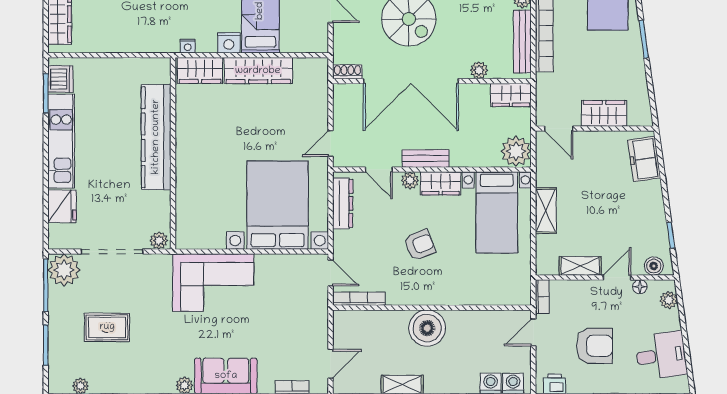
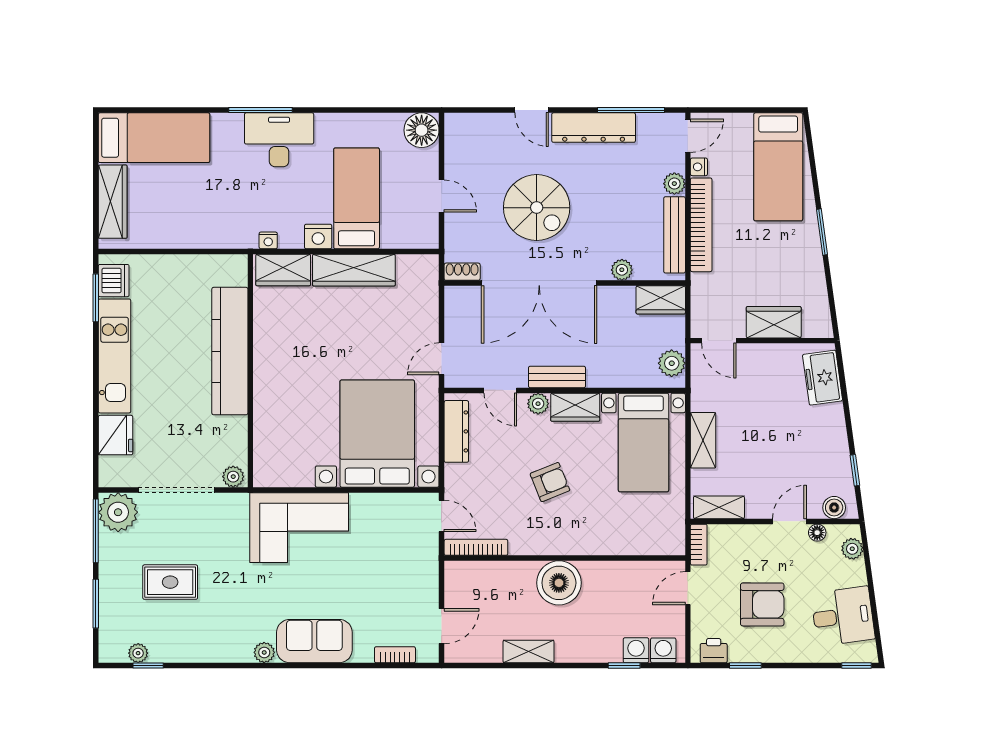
plant: (516, 151) -> (672, 363), width x0.73, depth x0.73
shelving: (580, 266) -> (719, 507), moved

